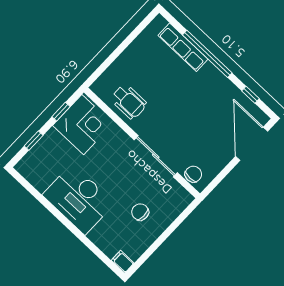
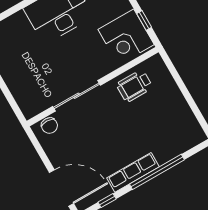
row of seats: (183, 47) -> (133, 172), moved
chair: (140, 212) -> (29, 66), removed

